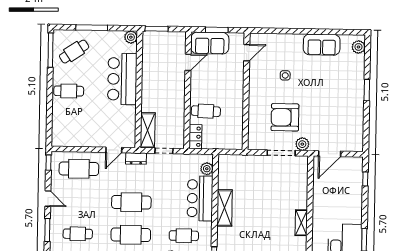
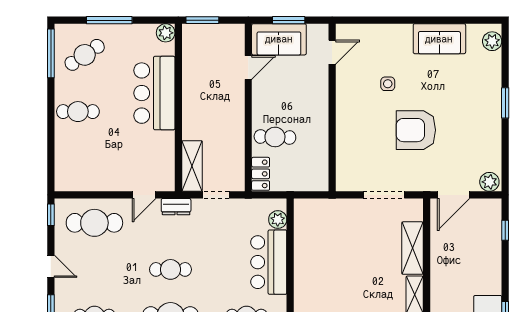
armchair: (285, 117) -> (416, 130), moved
plant: (302, 144) -> (489, 182), moved
cafe table: (131, 202) -> (170, 269), width x0.73, depth x0.74
shelving: (225, 208) -> (412, 248), moved

